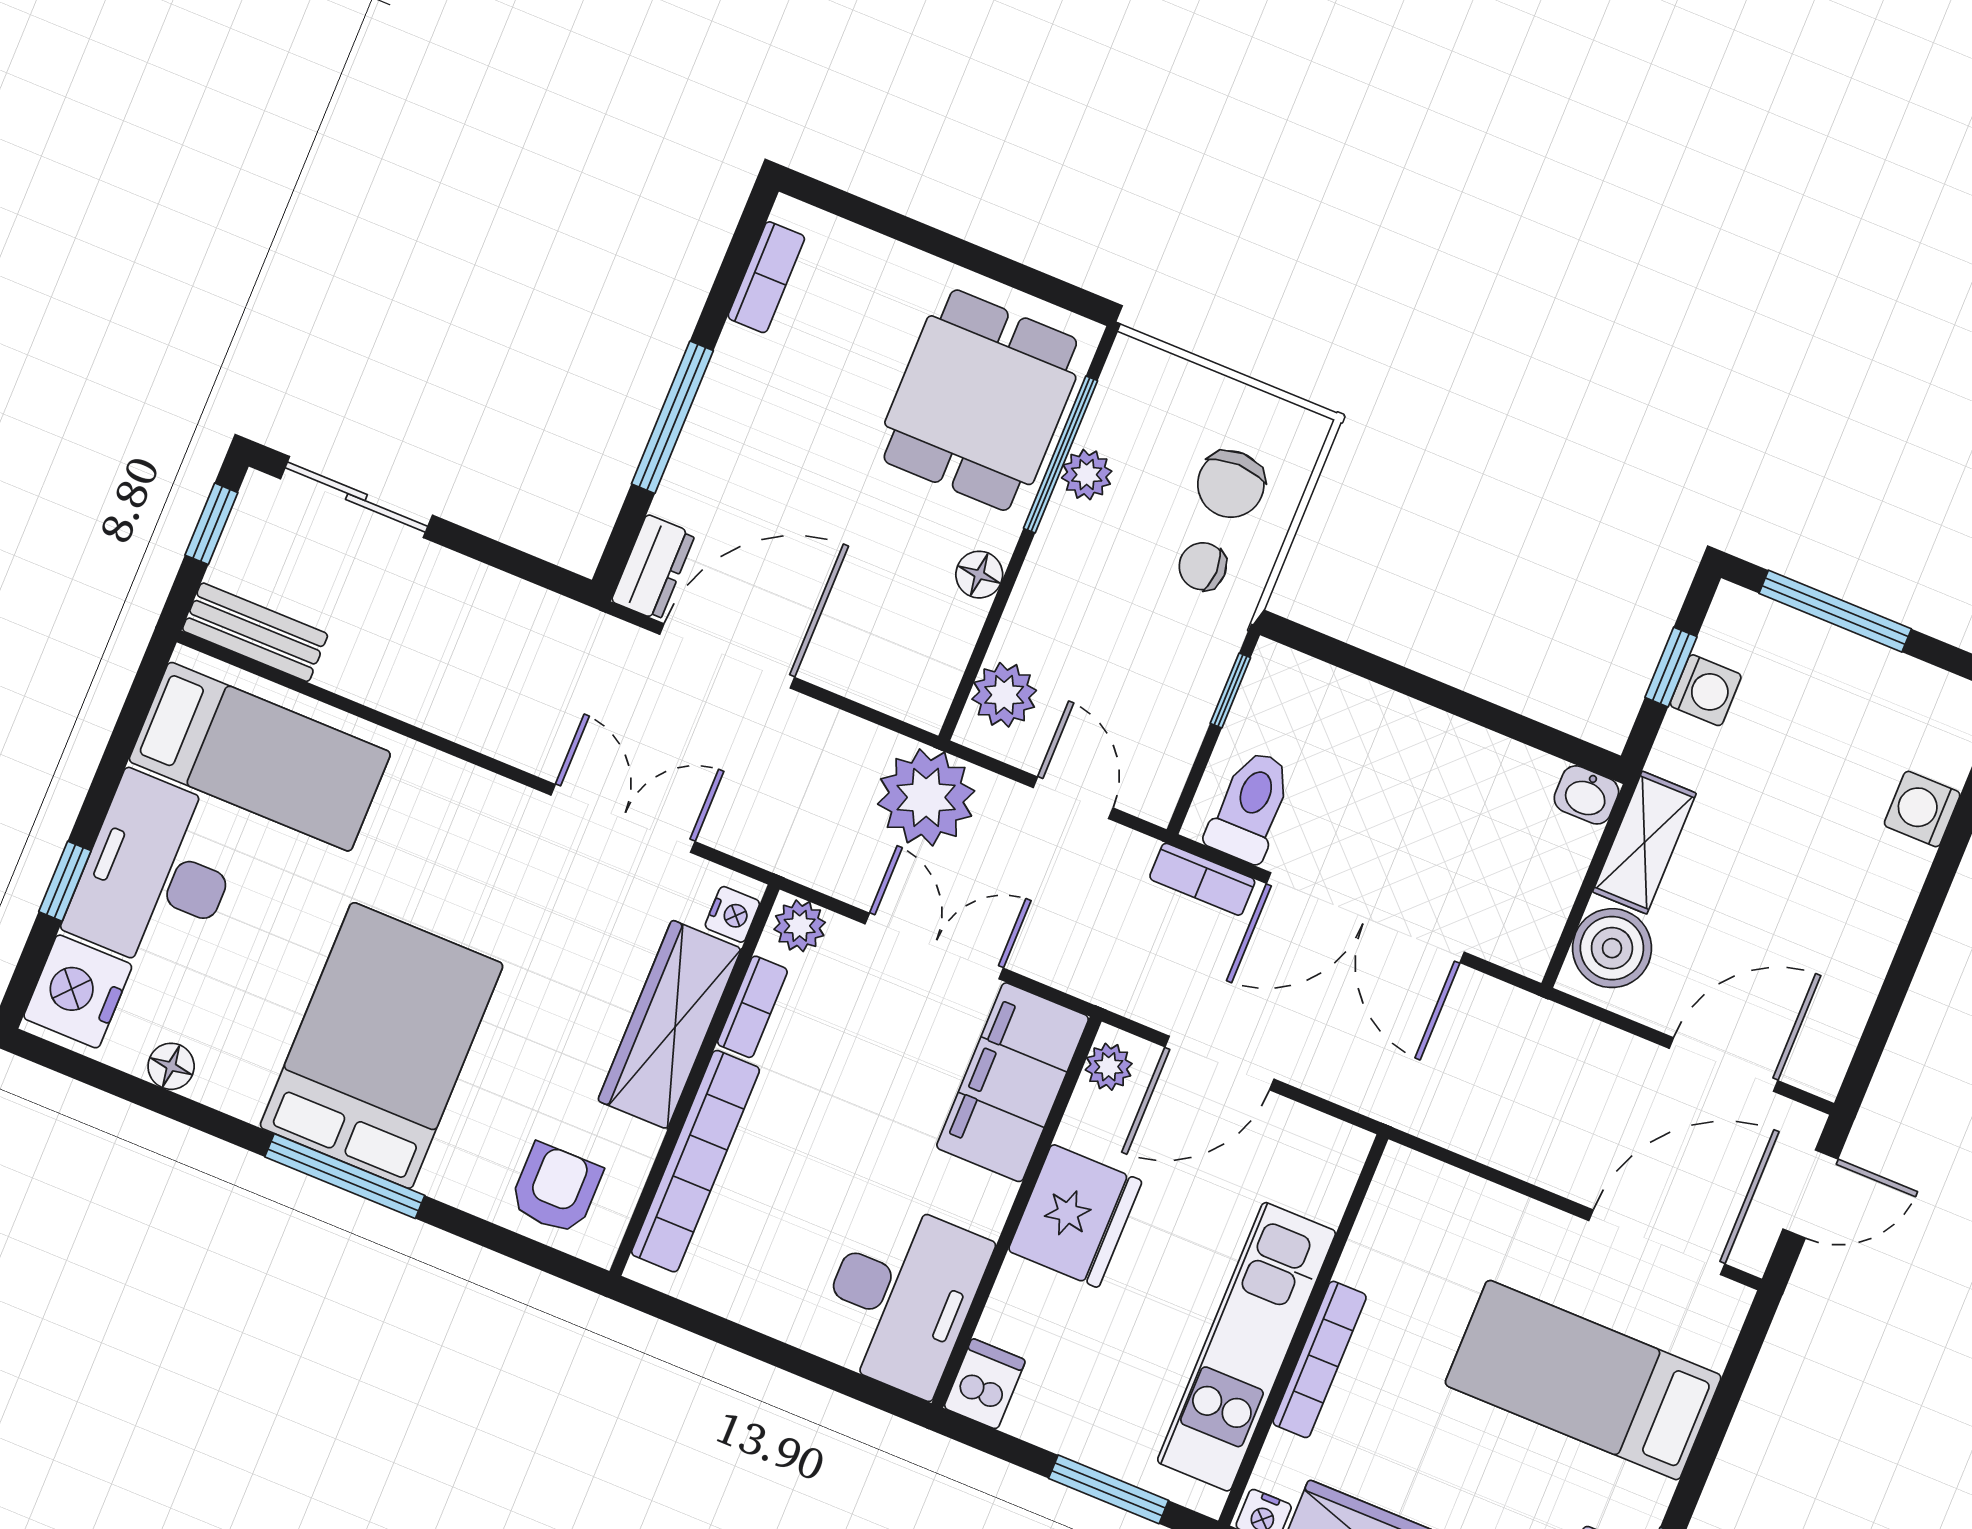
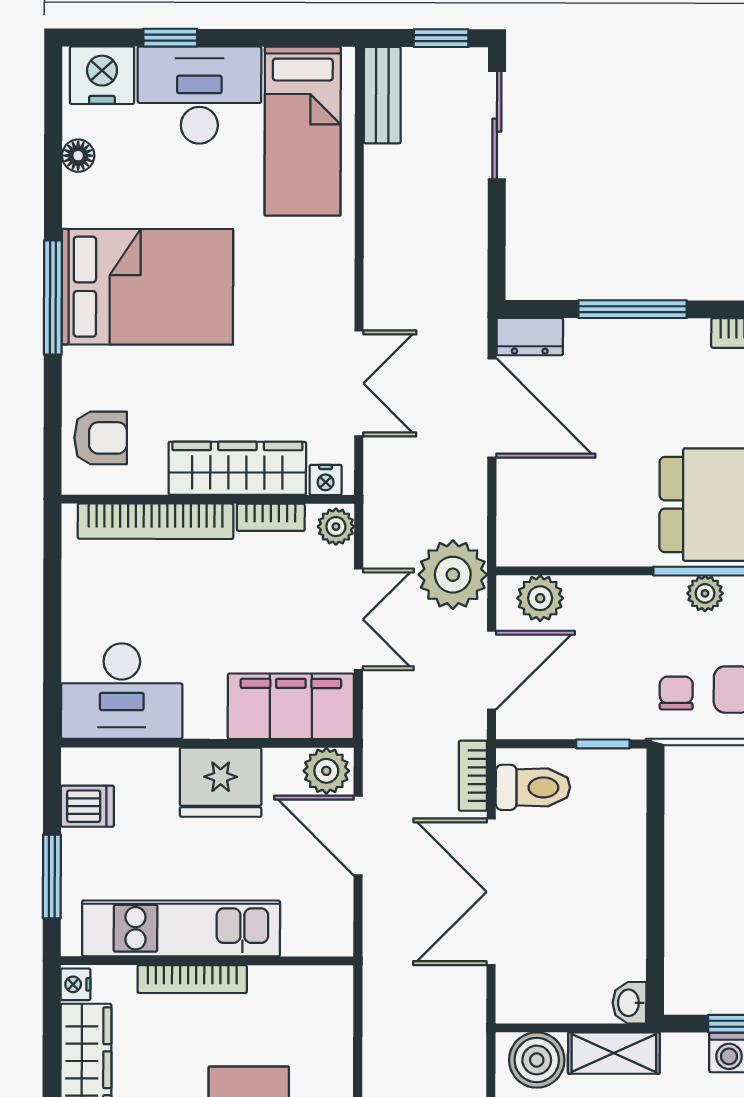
floor lamp: (979, 575) -> (612, 550), removed
door: (1073, 798) -> (492, 670), width x1.38
plant: (1109, 1067) -> (326, 771), width x1.38, depth x1.38
dishwasher: (985, 1384) -> (87, 806), moved

